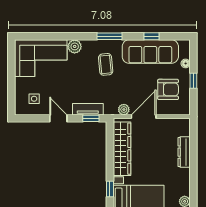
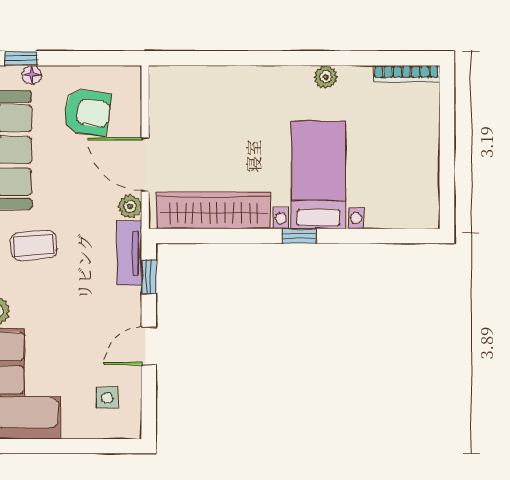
window: (193, 81) -> (21, 58), moved
armchair: (168, 89) -> (87, 112), turned 98
tv unit: (88, 109) -> (129, 253), moved
dresser: (184, 152) -> (221, 78), removed

